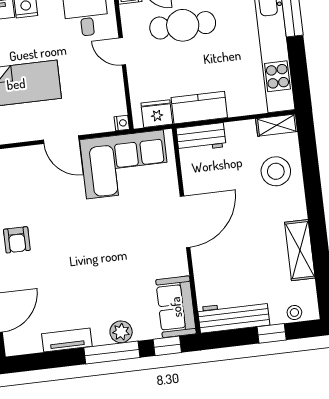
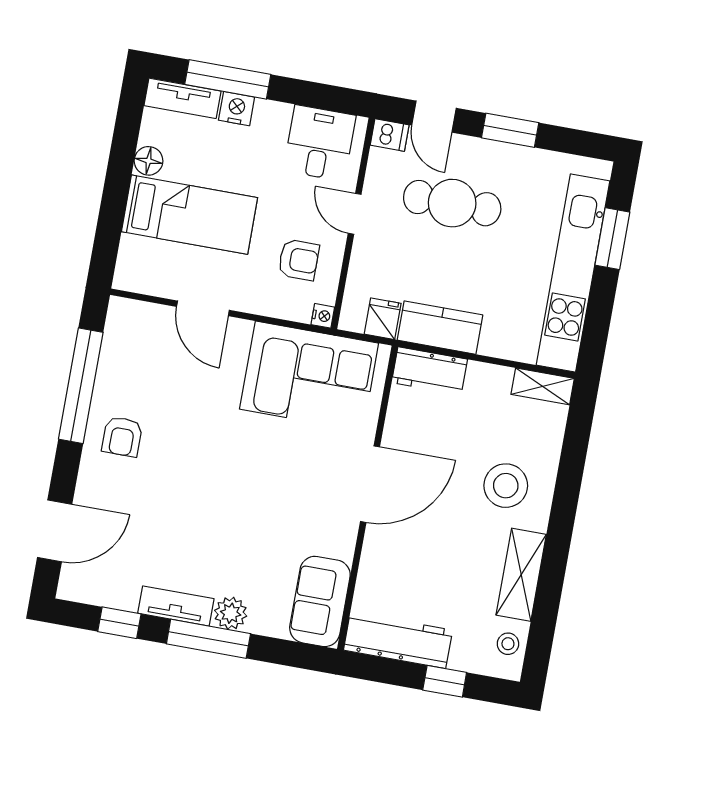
armchair: (95, 92) -> (299, 260), added
fridge: (157, 114) -> (383, 319), width x0.72
door: (61, 140) -> (203, 308), moved
stool: (276, 171) -> (506, 486), moved
stool: (294, 312) -> (508, 644), moved
tv unit: (67, 340) -> (176, 606), moved
window: (167, 346) -> (119, 623), moved

